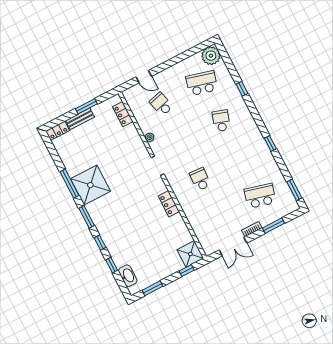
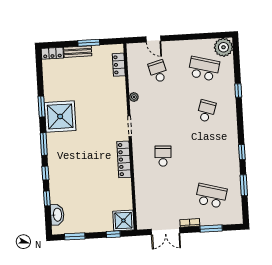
window: (69, 184) -> (42, 107), width x0.69
window: (294, 190) -> (244, 185), moved
locker: (169, 204) -> (124, 159), width x1.53

